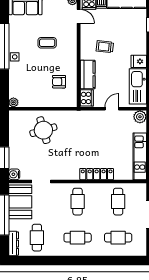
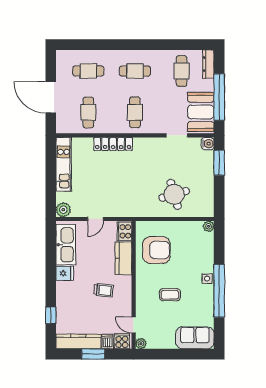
armchair: (59, 82) -> (156, 250), width x1.88, depth x1.88

